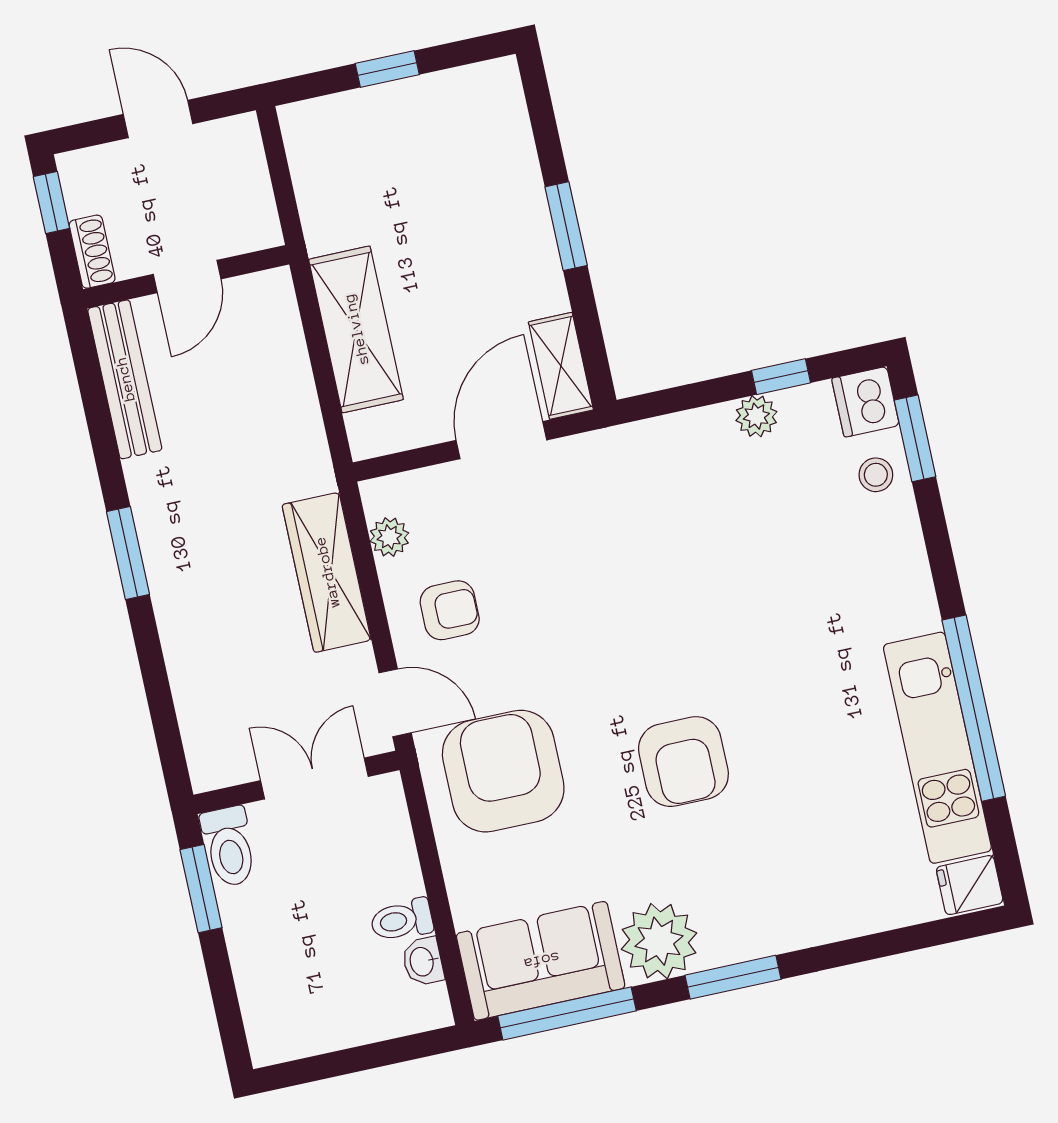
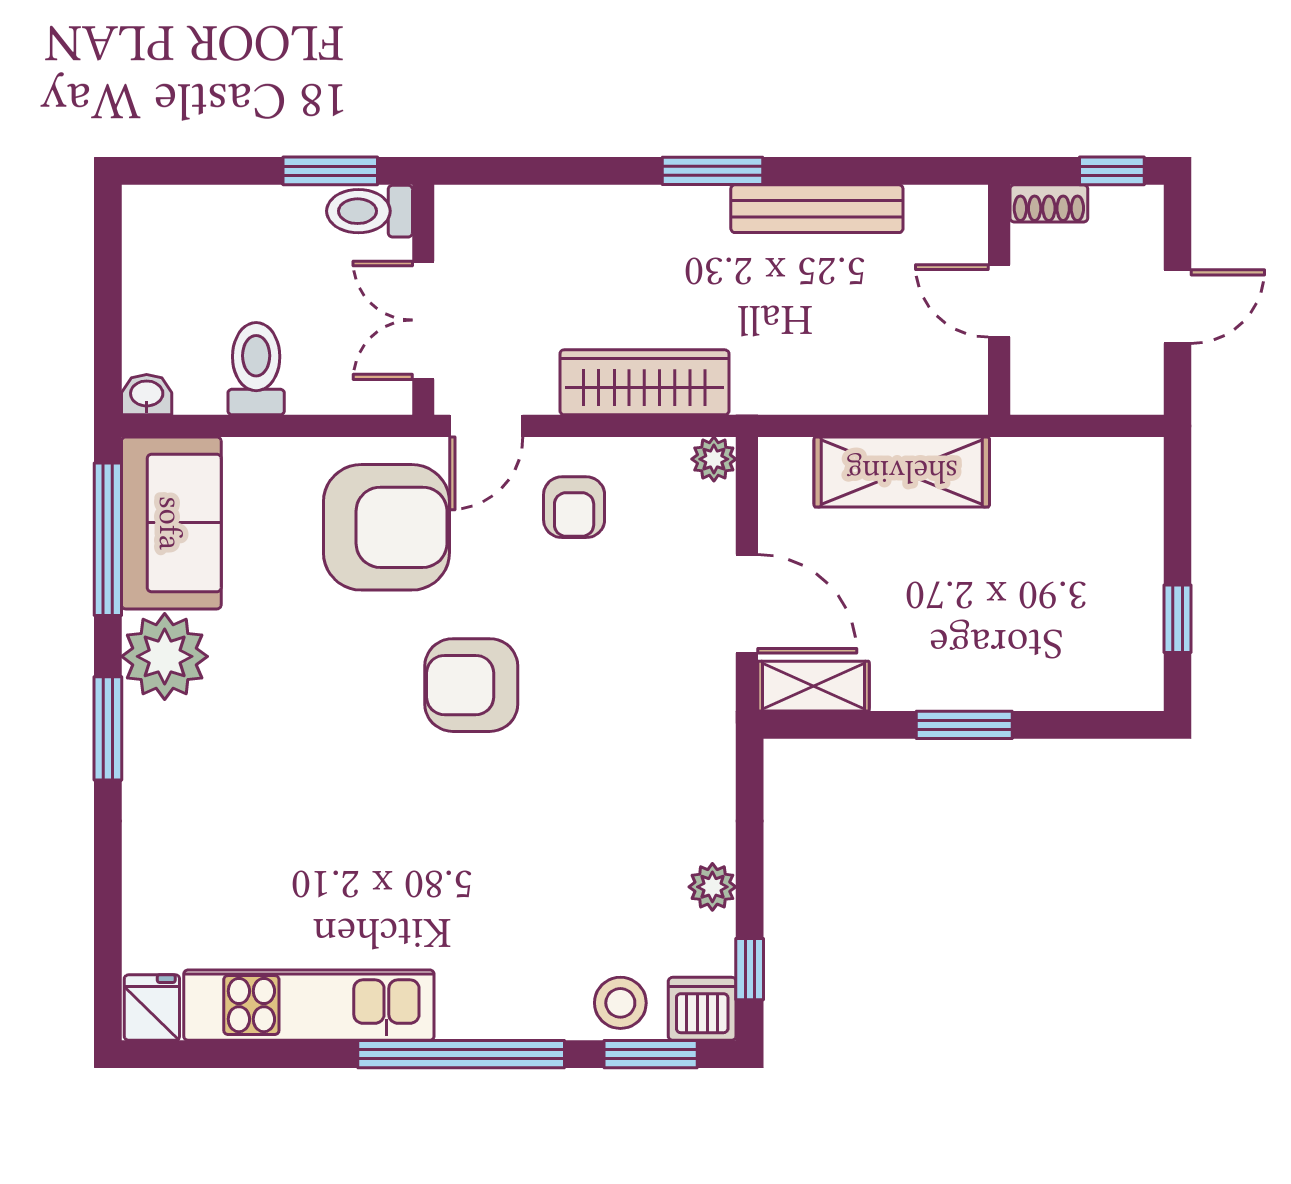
window: (387, 69) -> (1177, 619), moved
window: (781, 377) -> (750, 969), moved
bench: (125, 379) -> (817, 209), moved
stool: (876, 475) -> (620, 1003), width x1.37, depth x1.37
plant: (389, 537) -> (714, 459), moved
window: (974, 708) -> (461, 1054), moved
armchair: (683, 762) -> (471, 685), moved
double door: (314, 778) -> (423, 320), swing flipped
toilet: (402, 920) -> (256, 369), width x1.37, depth x1.39
washbasin: (423, 961) -> (147, 395), moved

